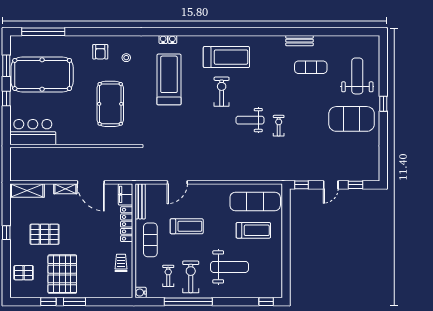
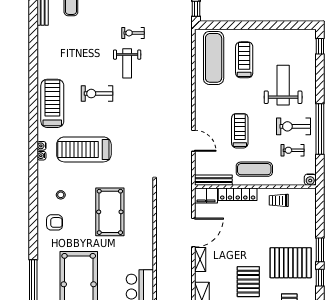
treadmill: (226, 57) -> (52, 103), moved
pool table: (110, 104) -> (110, 212), turned 90

